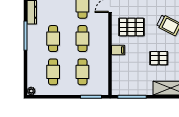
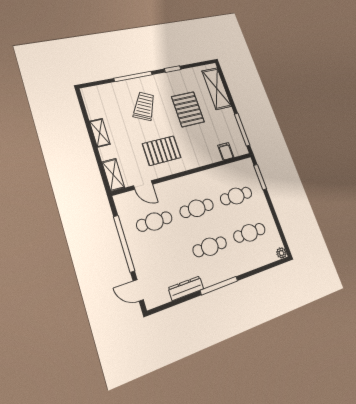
pallet: (131, 27) -> (162, 151), turned 90
filing cabinet: (118, 50) -> (226, 151), moved
pallet: (159, 58) -> (188, 109), width x1.50, depth x1.42

